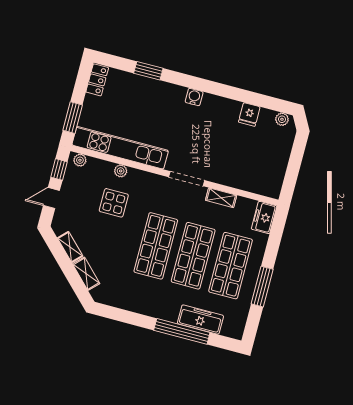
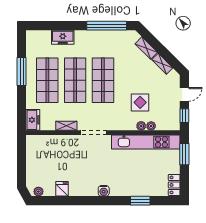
plant: (80, 160) -> (151, 126), moved
freezer: (200, 320) -> (63, 37), width x0.71
window: (182, 331) -> (107, 26), moved

